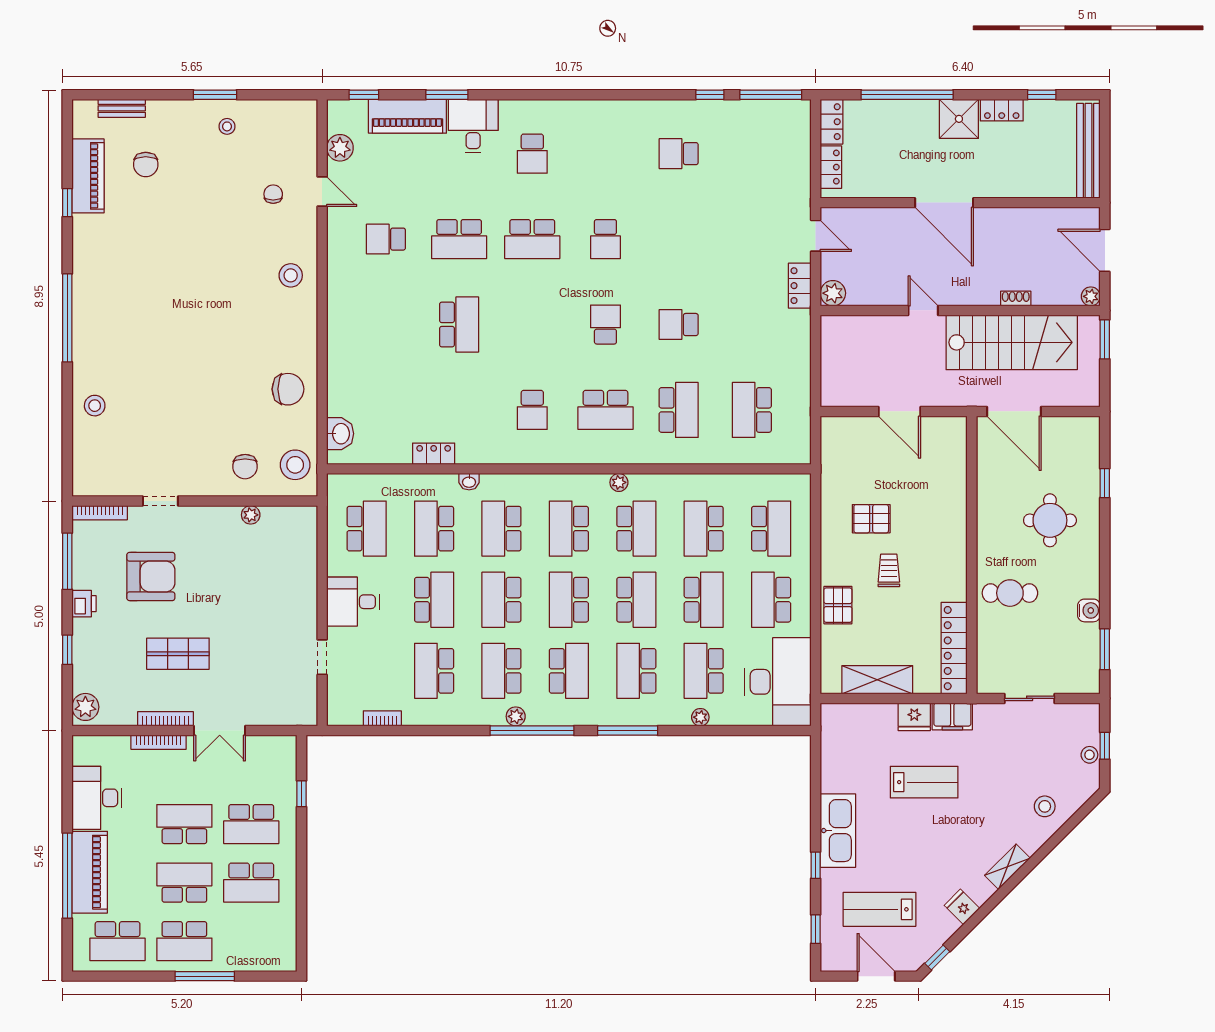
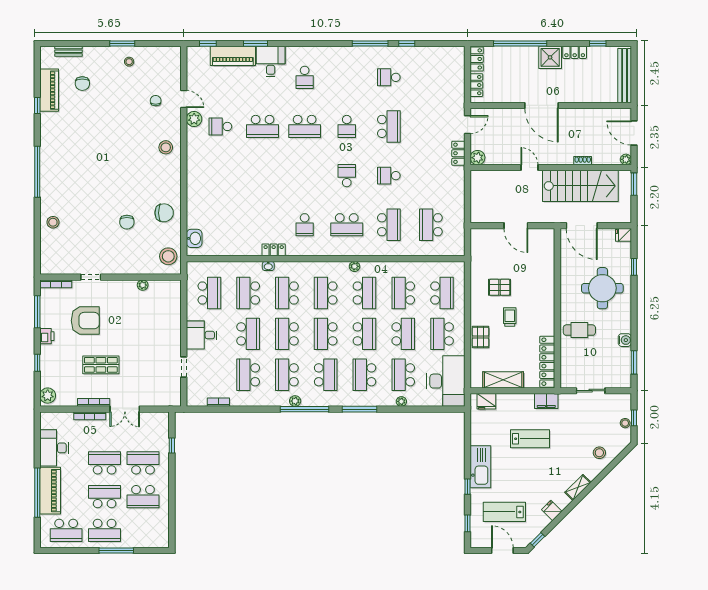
window: (771, 95) -> (370, 43), moved
plant: (340, 148) -> (194, 119), moved
door: (816, 236) -> (468, 125), hinge flipped
school desk: (459, 325) -> (389, 126), moved
fridge: (1087, 428) -> (623, 235), added
locker: (434, 454) -> (274, 250), moved
chair: (245, 467) -> (127, 222), moved
round table: (1050, 520) -> (602, 288), width x1.36, depth x1.36
fridge: (914, 717) -> (486, 401), moved
school desk: (251, 824) -> (143, 463), turned 180

